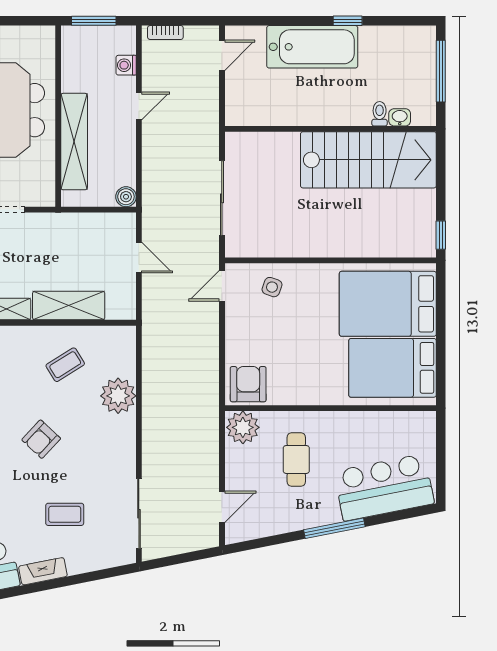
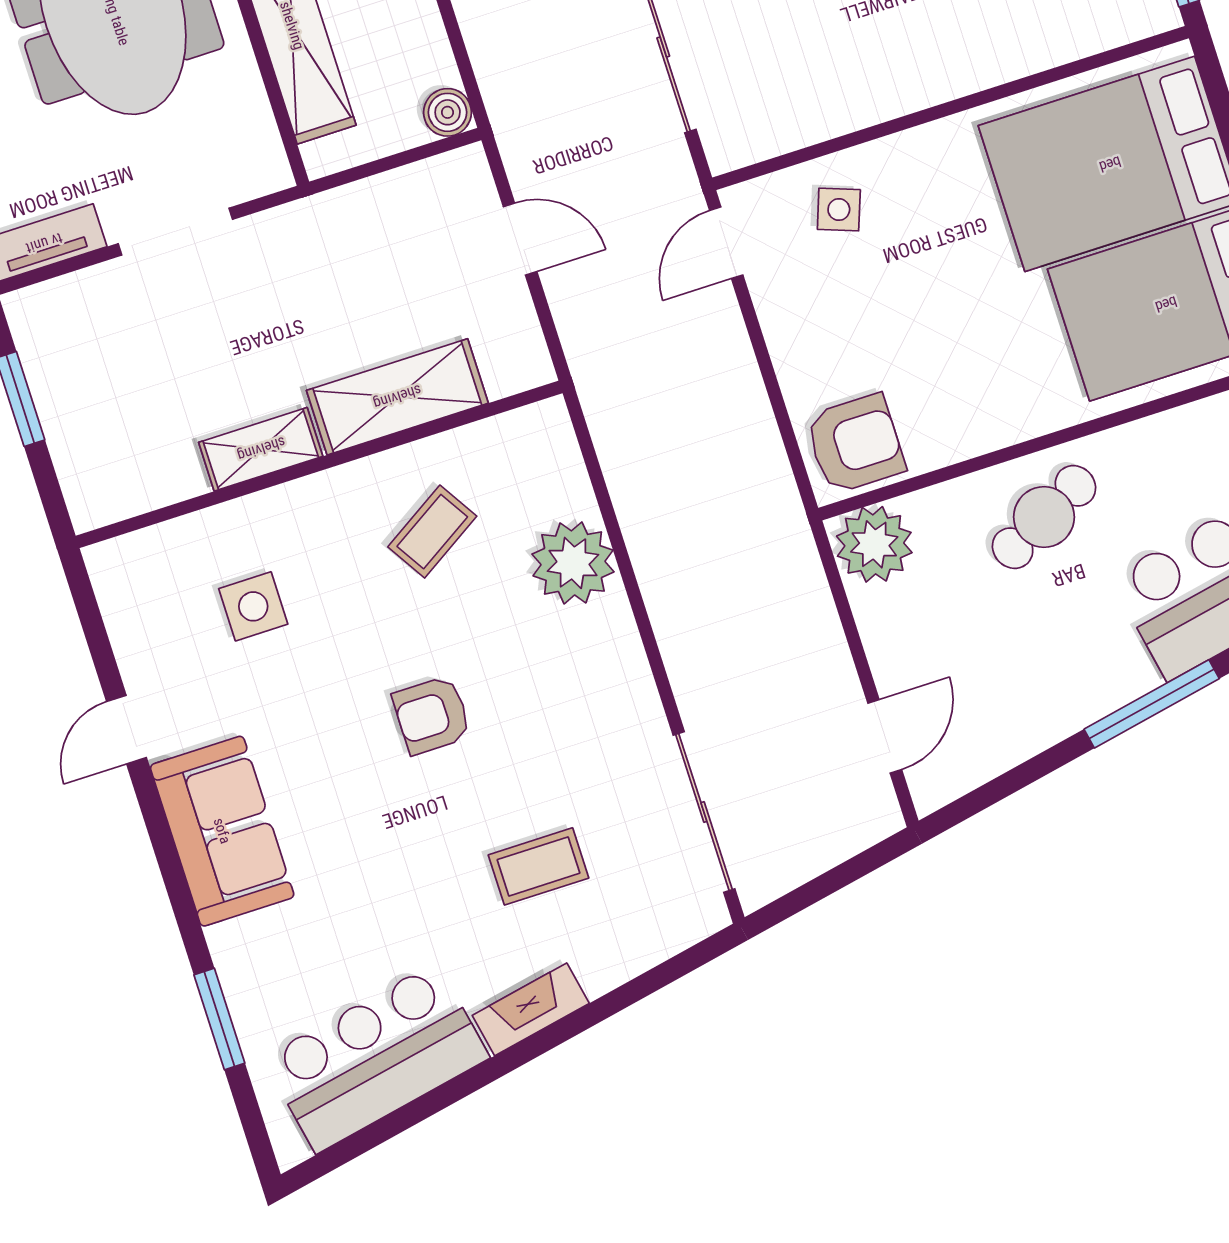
armchair: (248, 384) -> (855, 444), turned 90
armchair: (41, 439) -> (432, 715), turned 47
cafe table: (296, 459) -> (1044, 517), moved, turned 63

